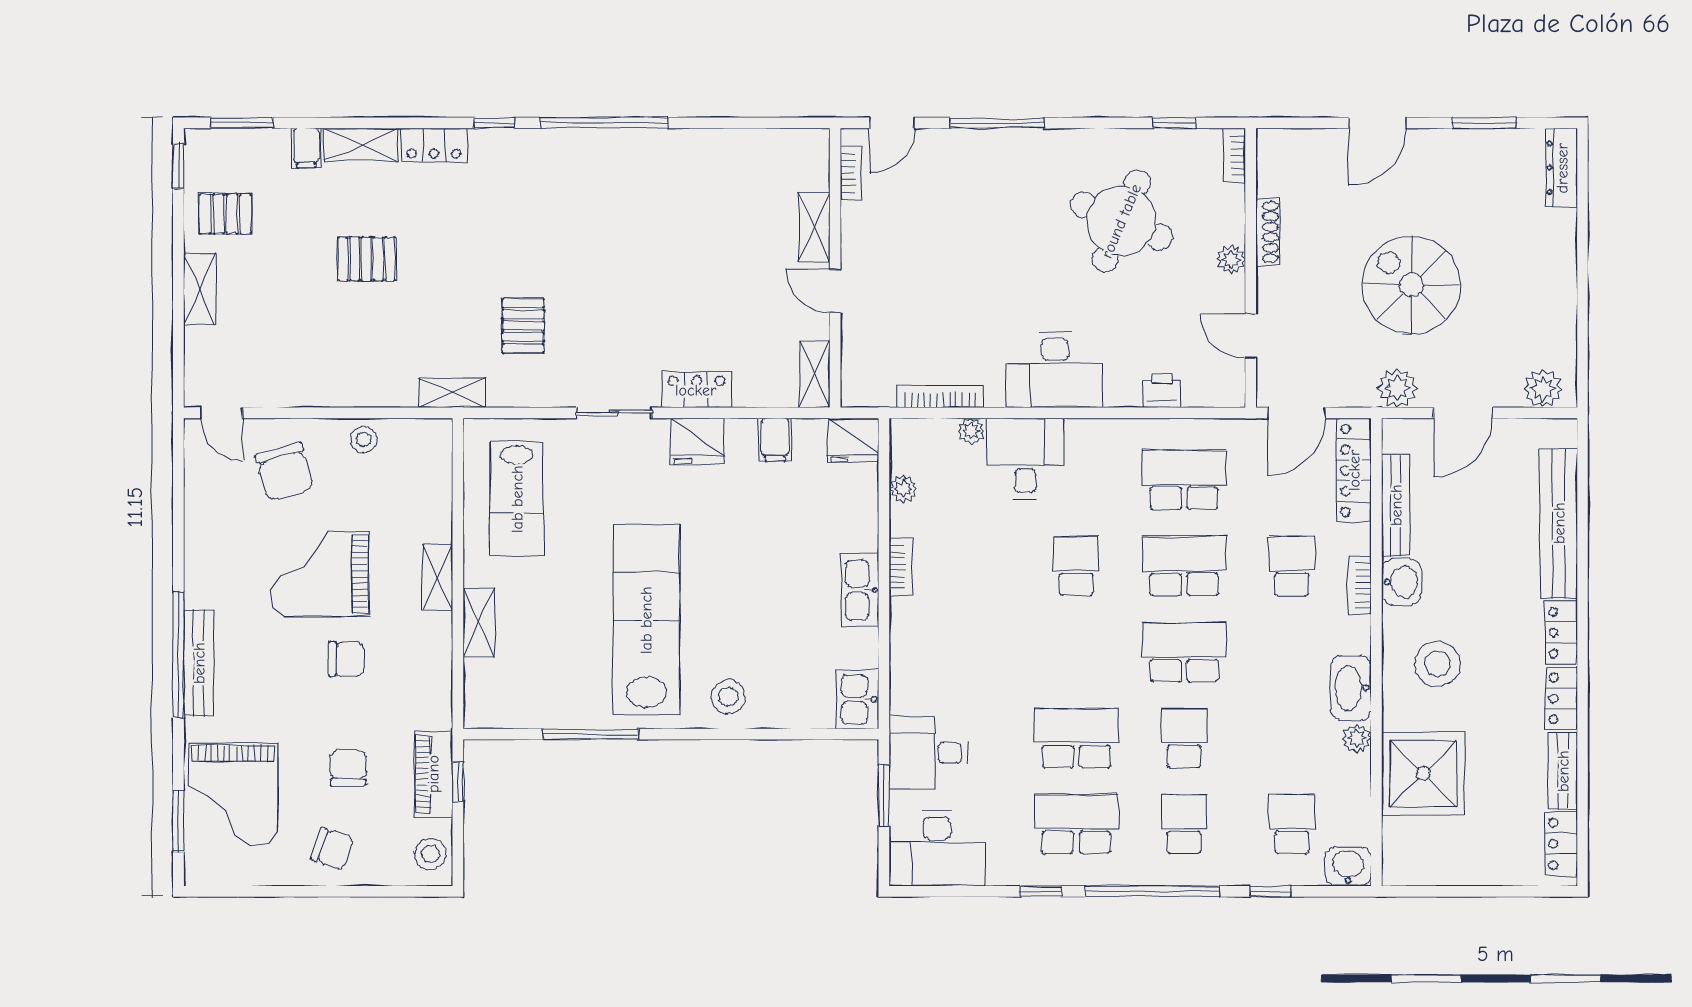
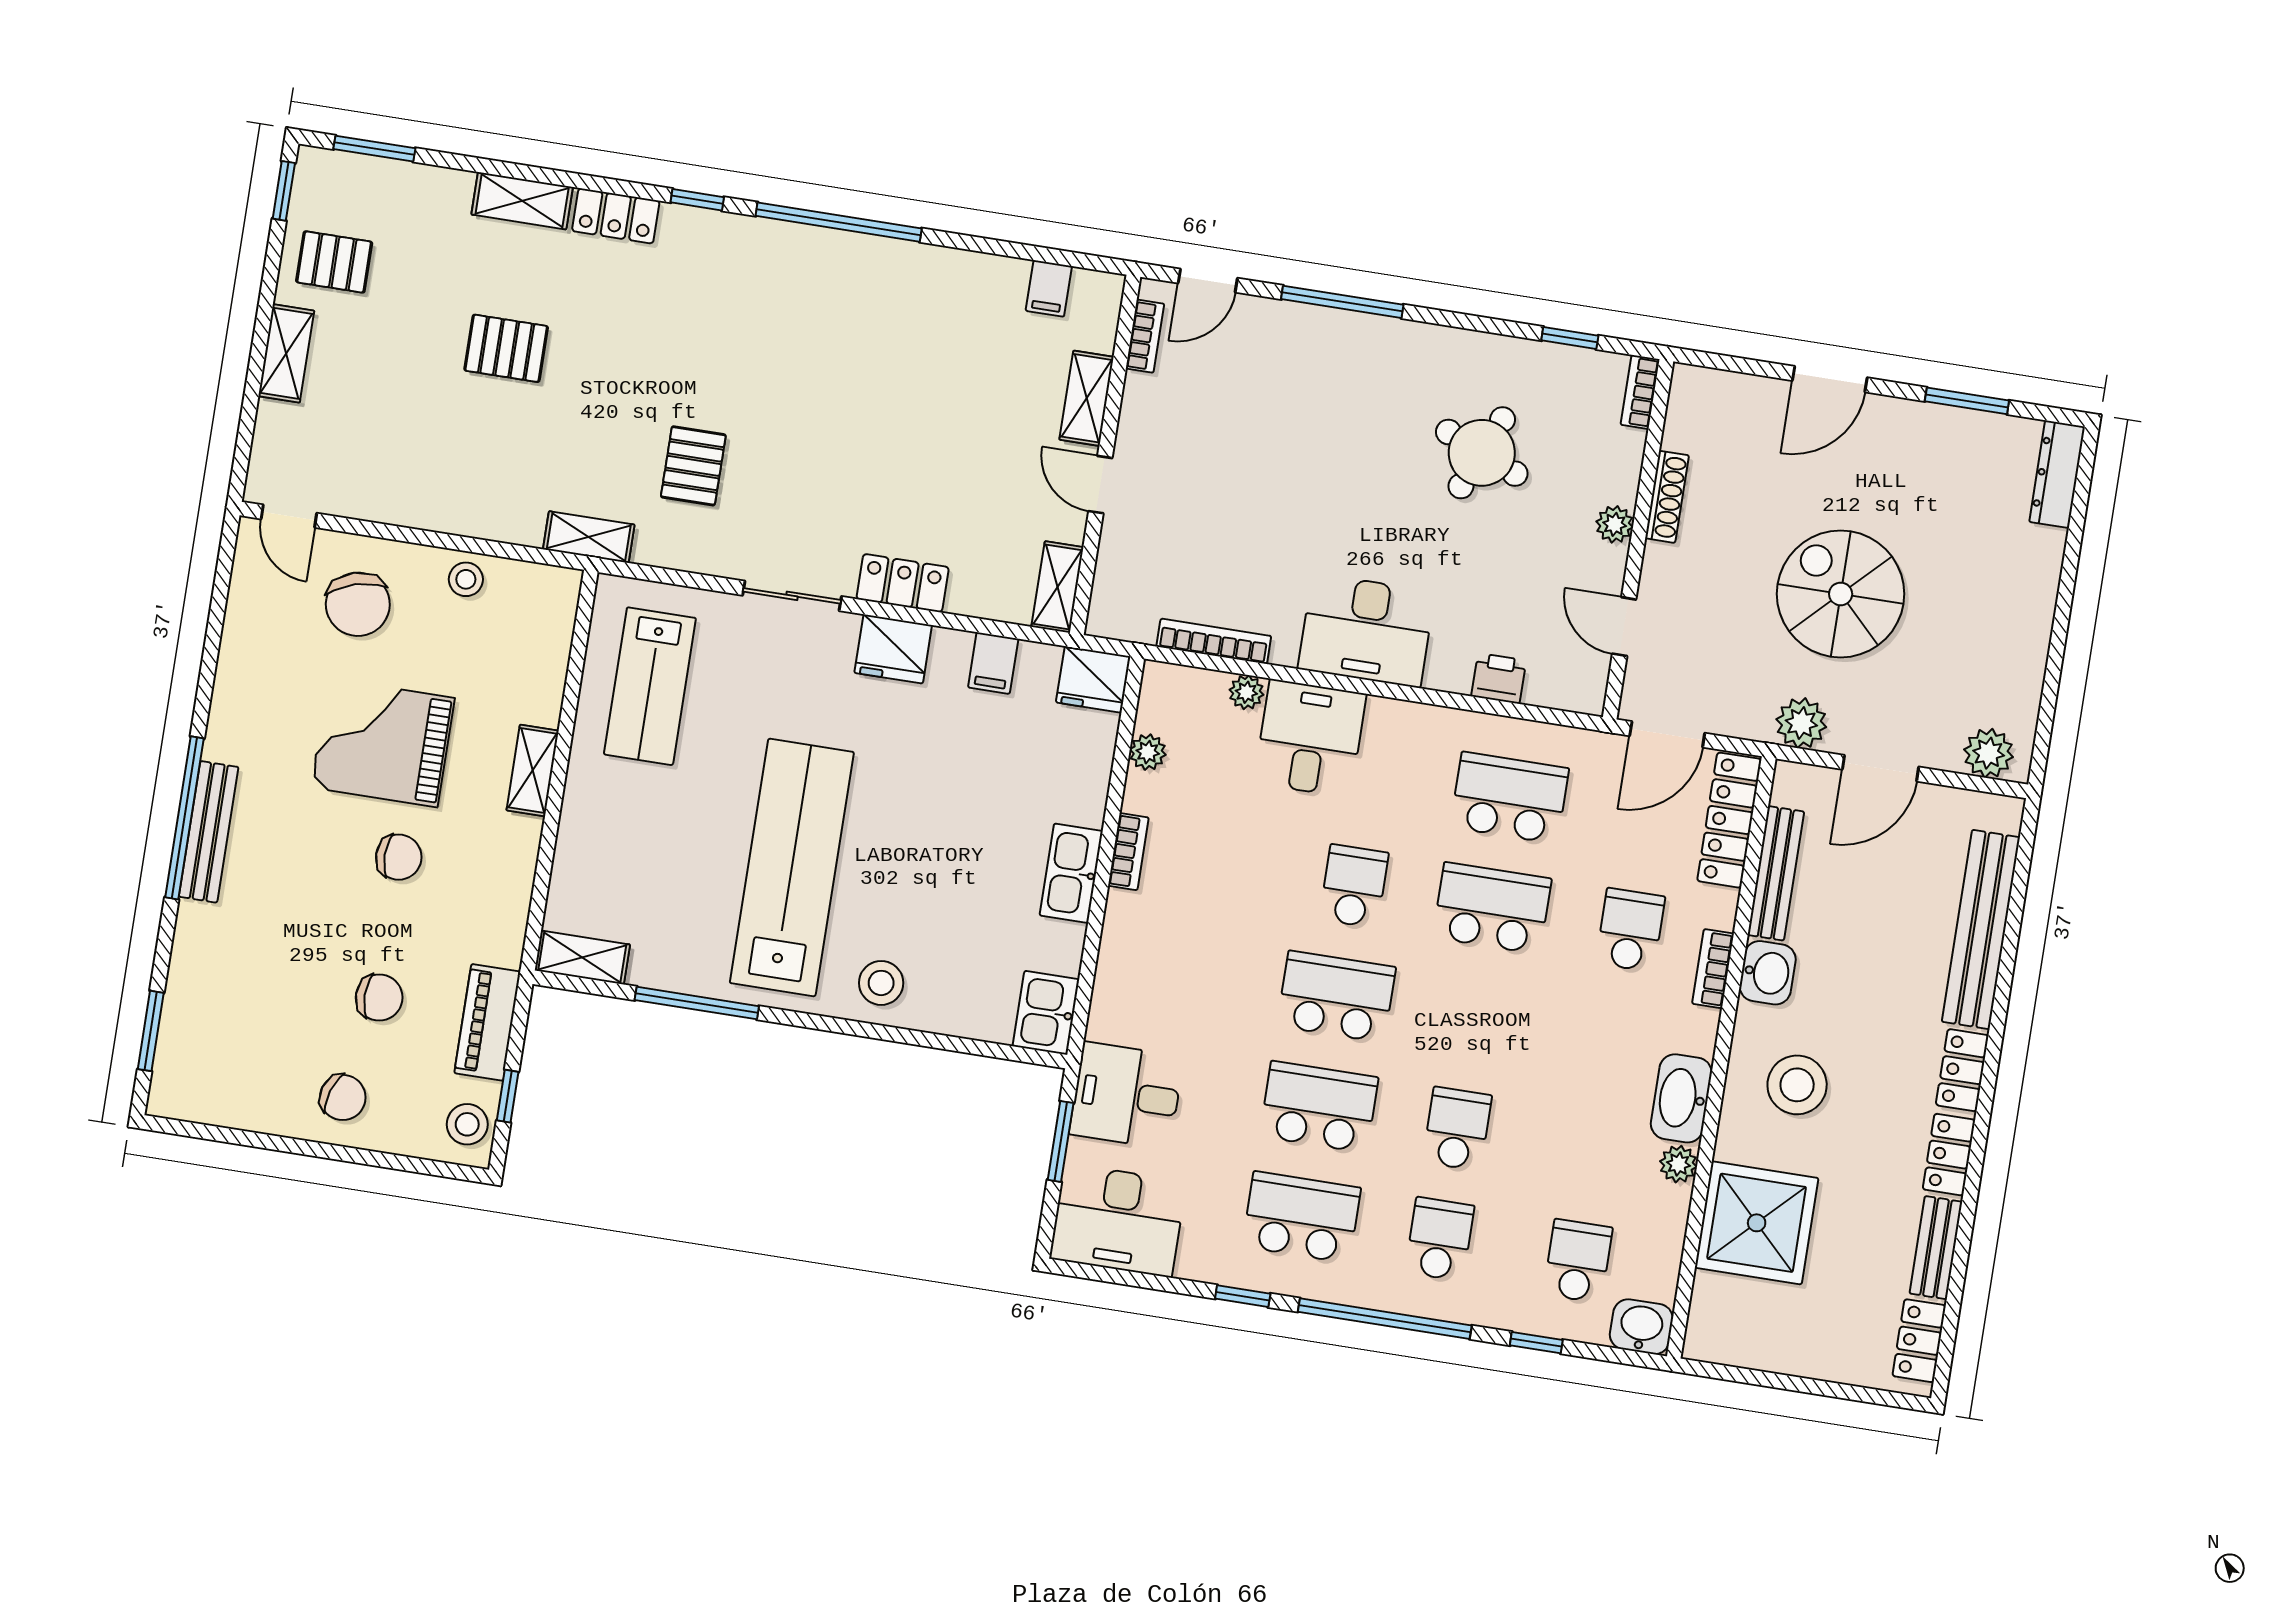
filing cabinet: (306, 148) -> (1049, 288), moved
round table: (1121, 221) -> (1482, 453), width x0.73, depth x0.73
shelving: (479, 623) -> (582, 957), moved, turned 90
school desk: (1184, 652) -> (1336, 997), moved
chair: (348, 768) -> (379, 997), turned 90
window: (458, 782) -> (508, 1096), moved
grand piano: (233, 795) -> (226, 1008), removed

